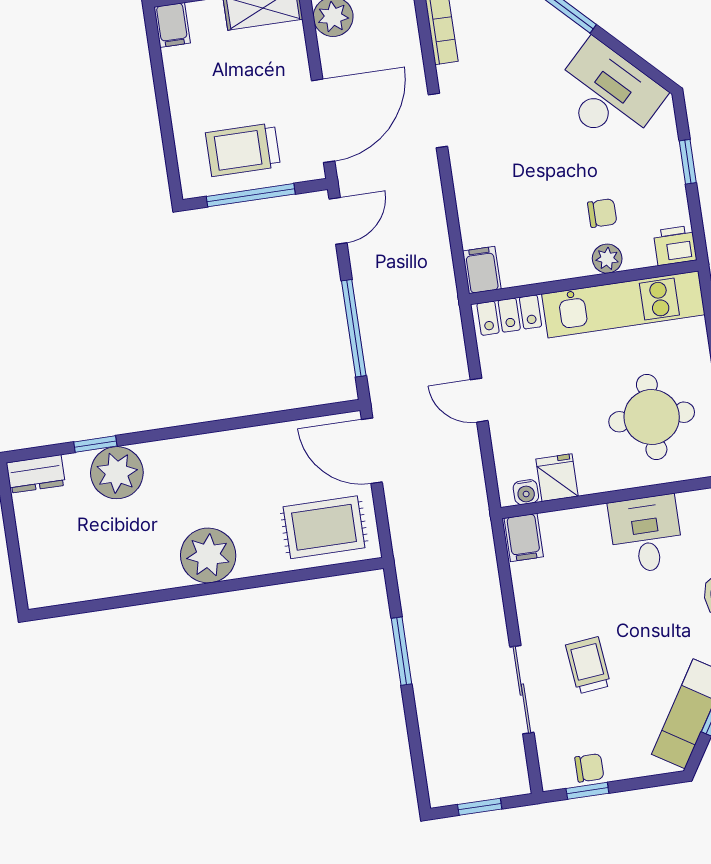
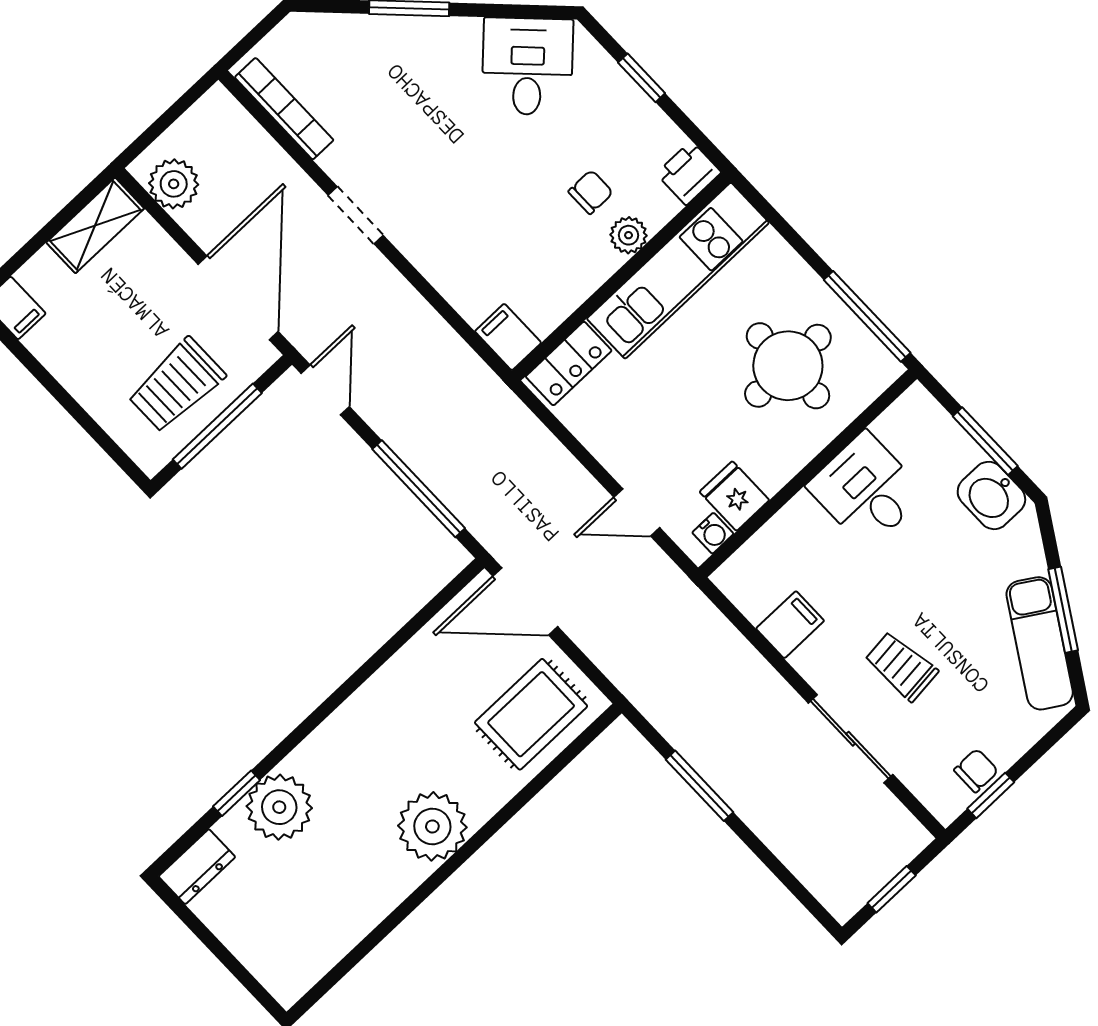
desk: (608, 94) -> (527, 66), width x0.73
door: (479, 400) -> (637, 512), moved
filing cabinet: (524, 538) -> (790, 625), moved, turned -90

